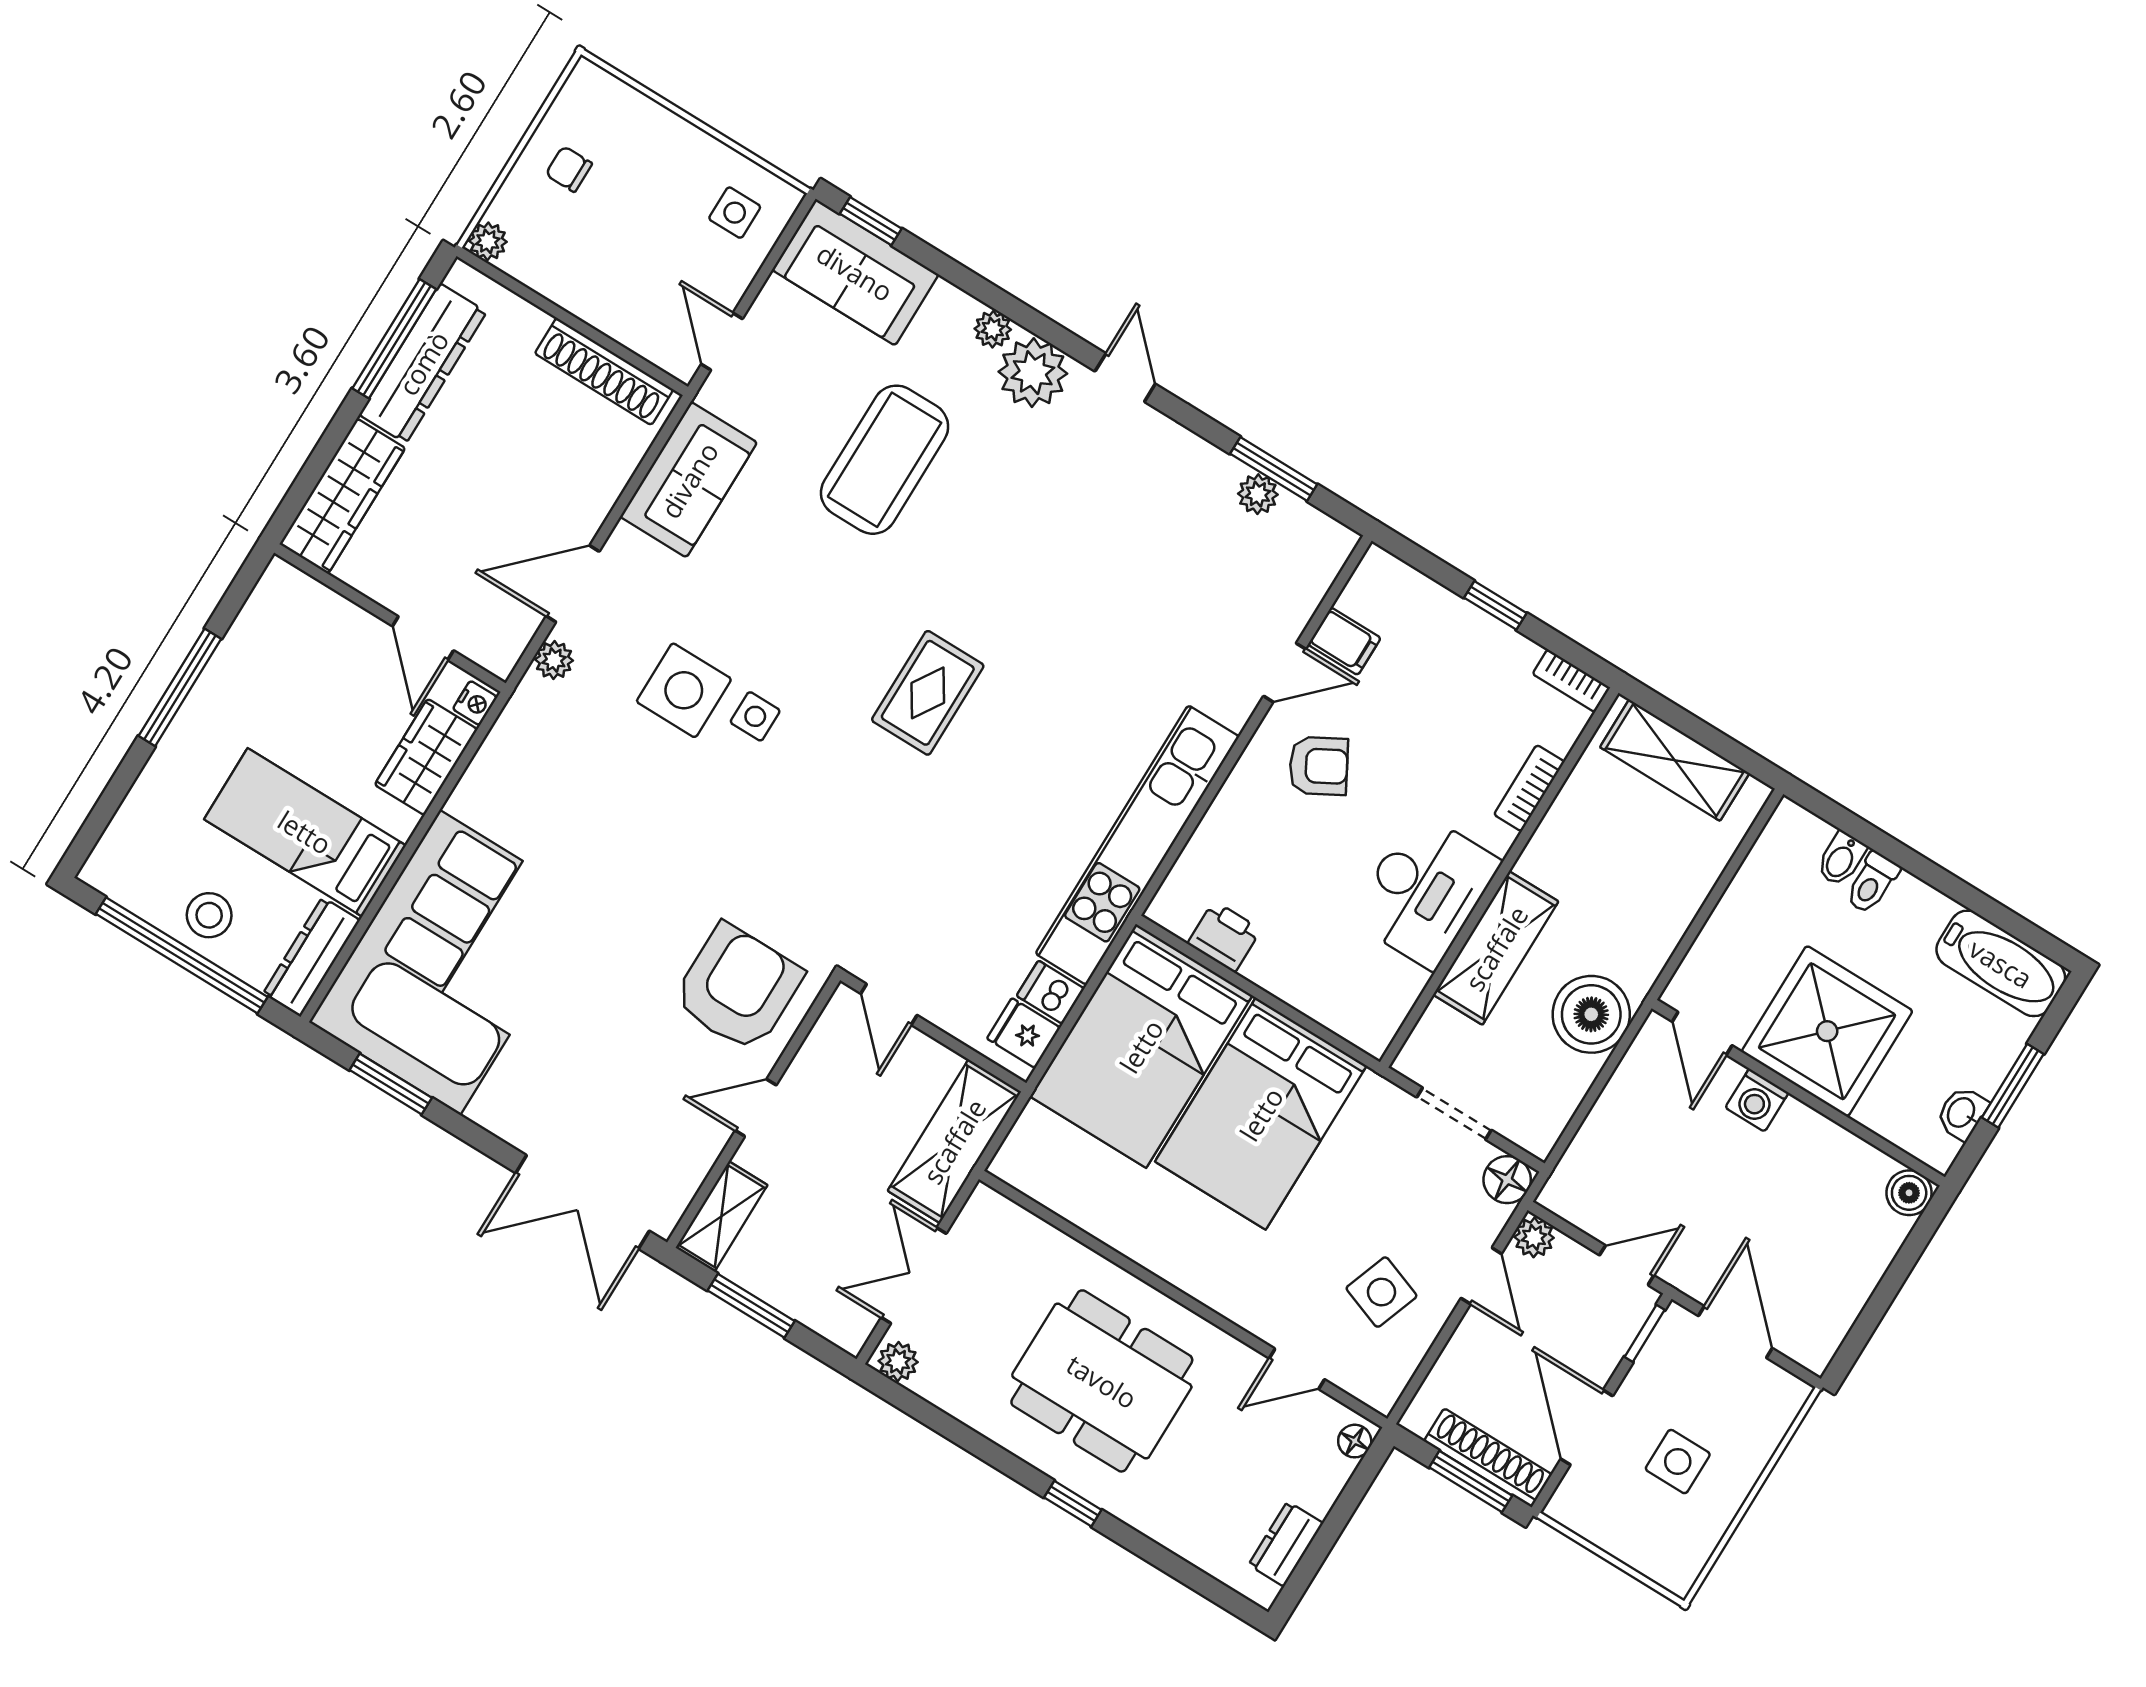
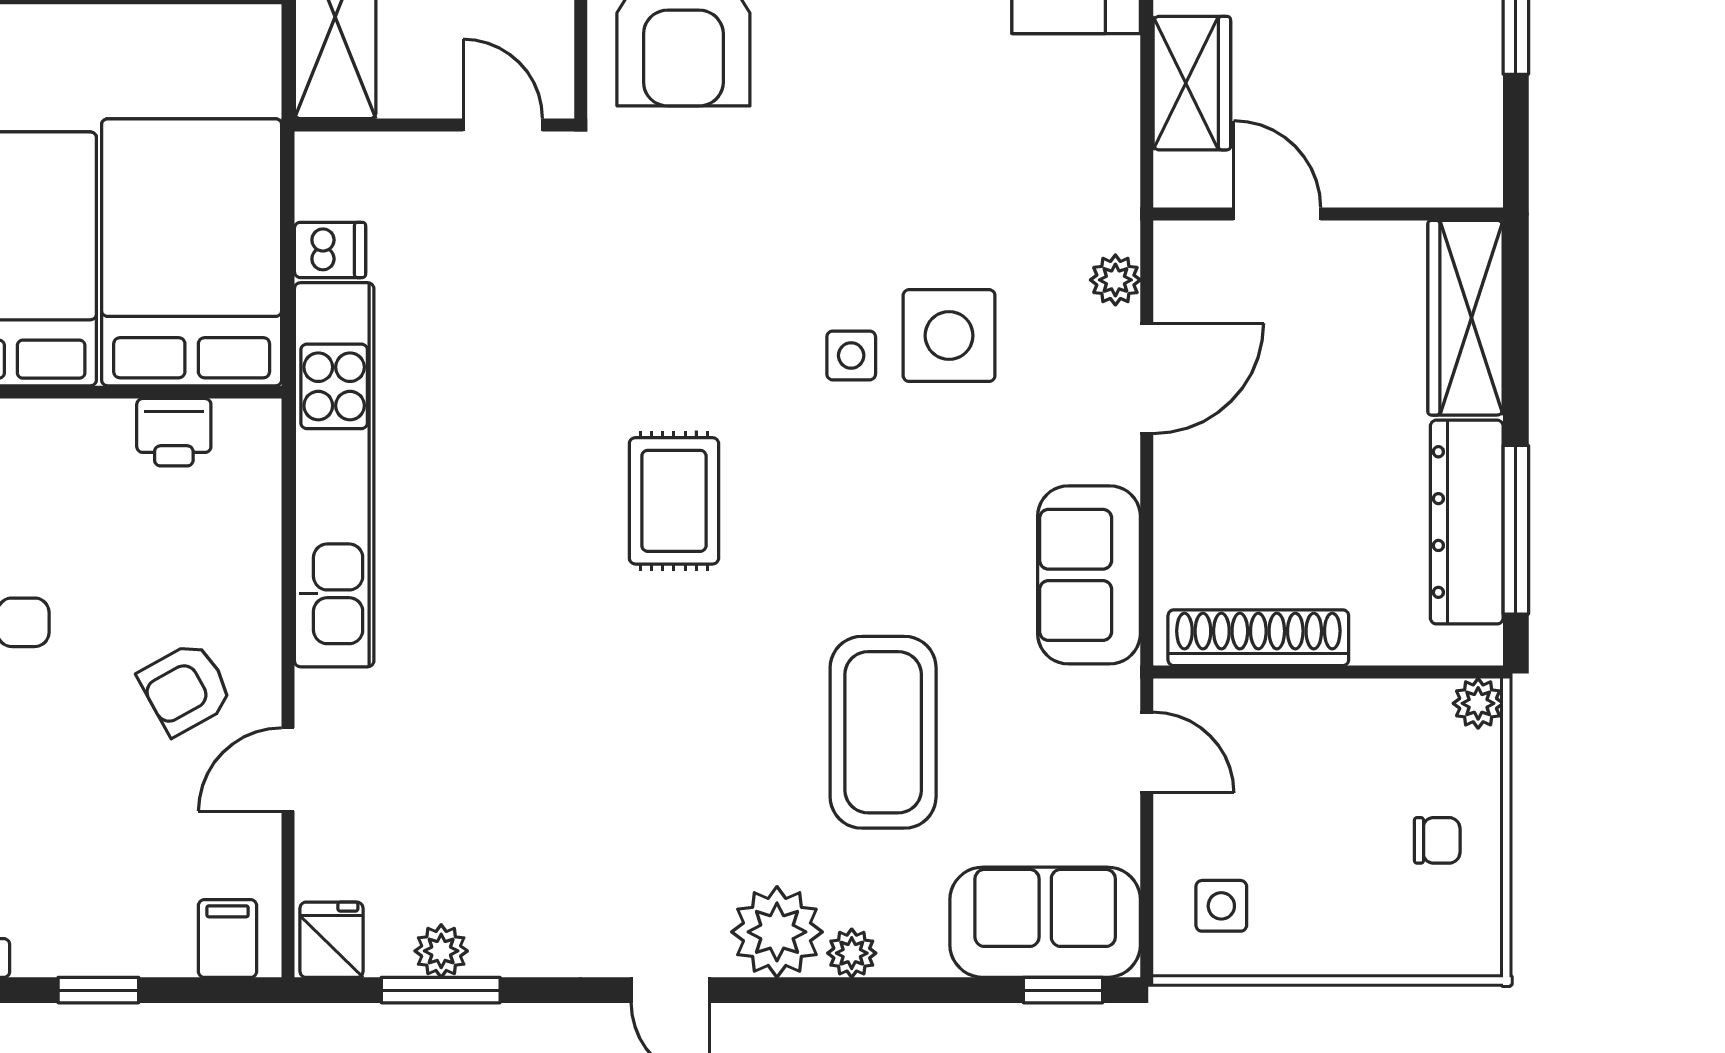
filing cabinet: (1344, 641) -> (228, 939), moved, turned 90
nightstand: (475, 703) -> (1174, 177), removed
fridge: (1024, 1033) -> (331, 940), moved, turned -90

